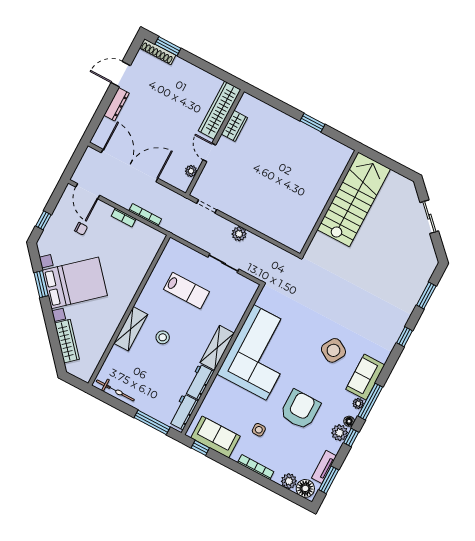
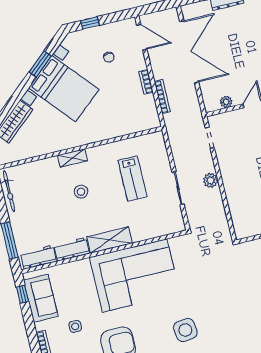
door: (88, 191) -> (142, 37), swing flipped
shelving: (131, 329) -> (72, 158), width x0.67, depth x0.75
side table: (333, 350) -> (185, 330), turned -38

